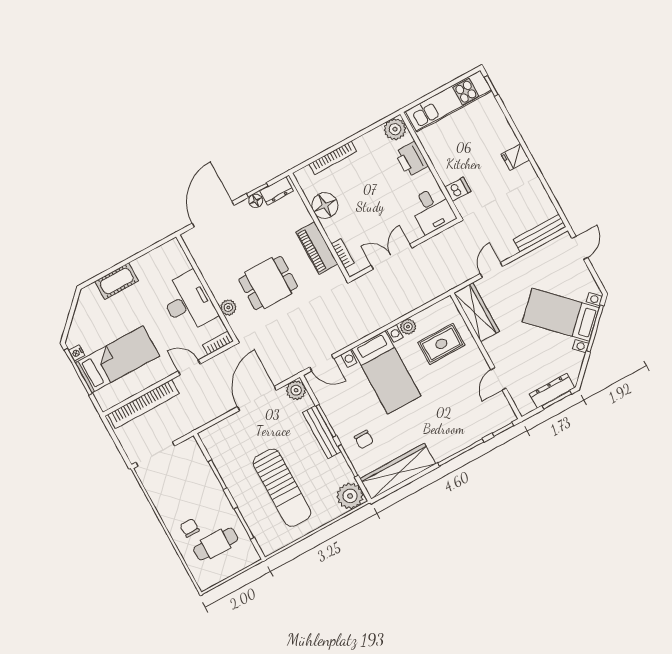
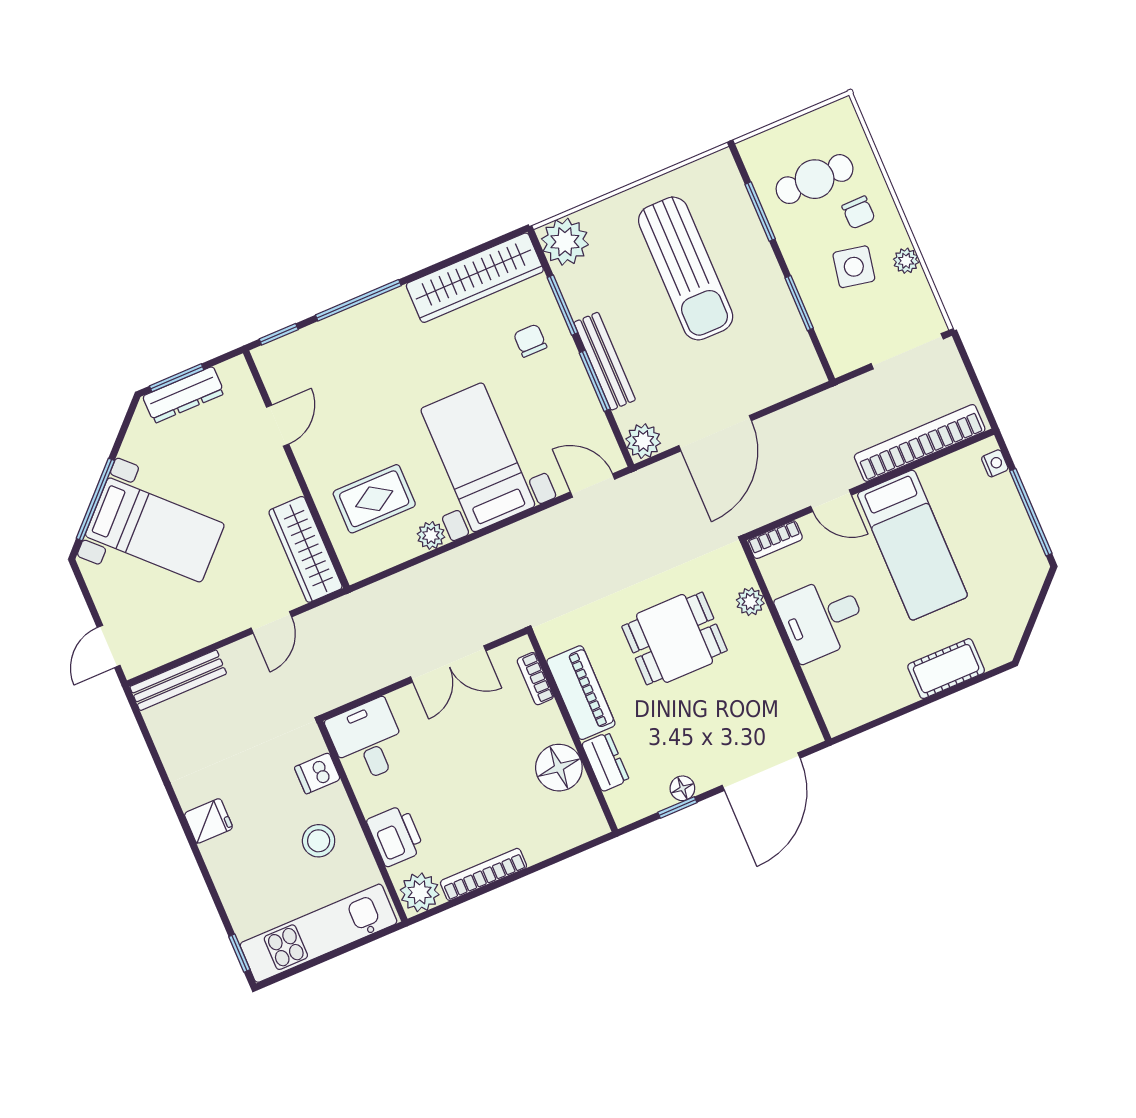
stool: (454, 152) -> (319, 841), added
bookcase: (333, 158) -> (483, 874), moved
dresser: (277, 191) -> (605, 762), moved, turned 90
desk: (188, 302) -> (822, 618), width x0.73
nightstand: (77, 353) -> (995, 463), moved
bed: (117, 359) -> (912, 545), moved, turned -90
sun lounger: (282, 488) -> (686, 269), turned 180
side table: (189, 498) -> (854, 267), added
plant: (161, 504) -> (906, 261), added

